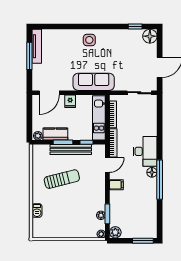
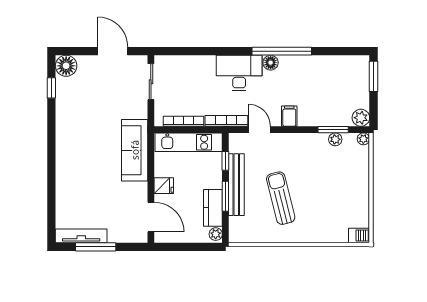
side table: (89, 40) -> (72, 157), removed
barbecue: (37, 210) -> (359, 235), moved

